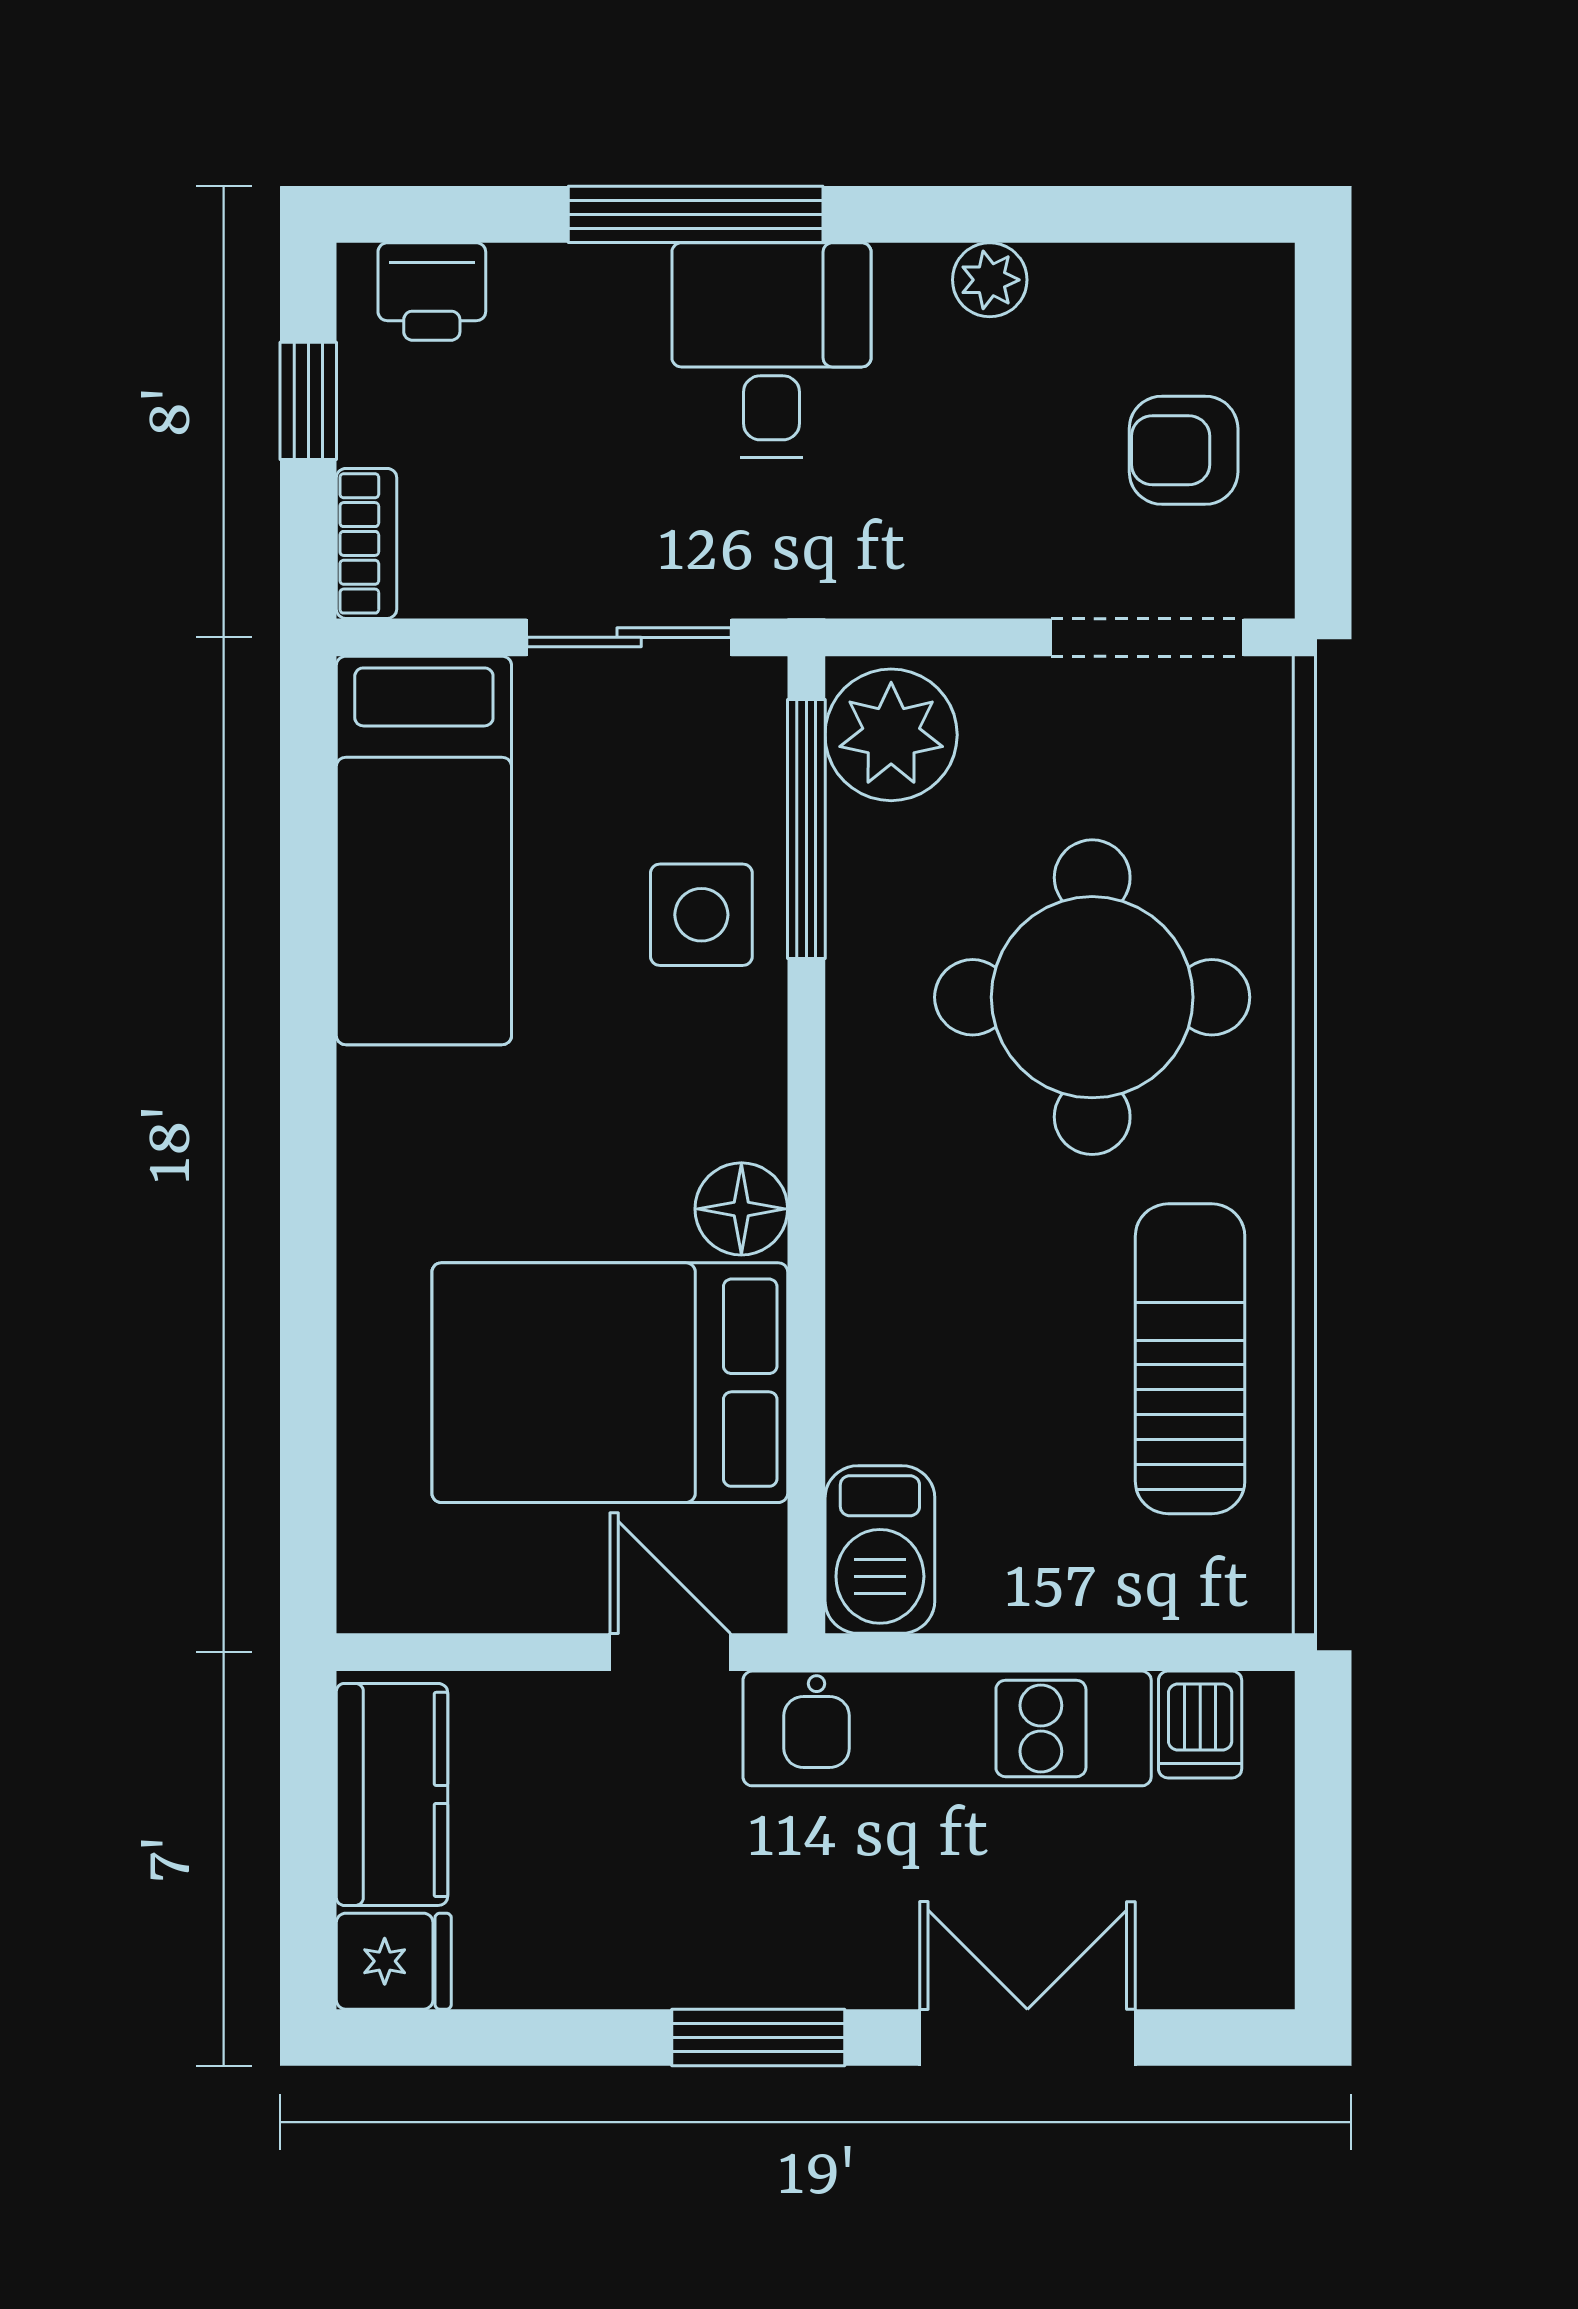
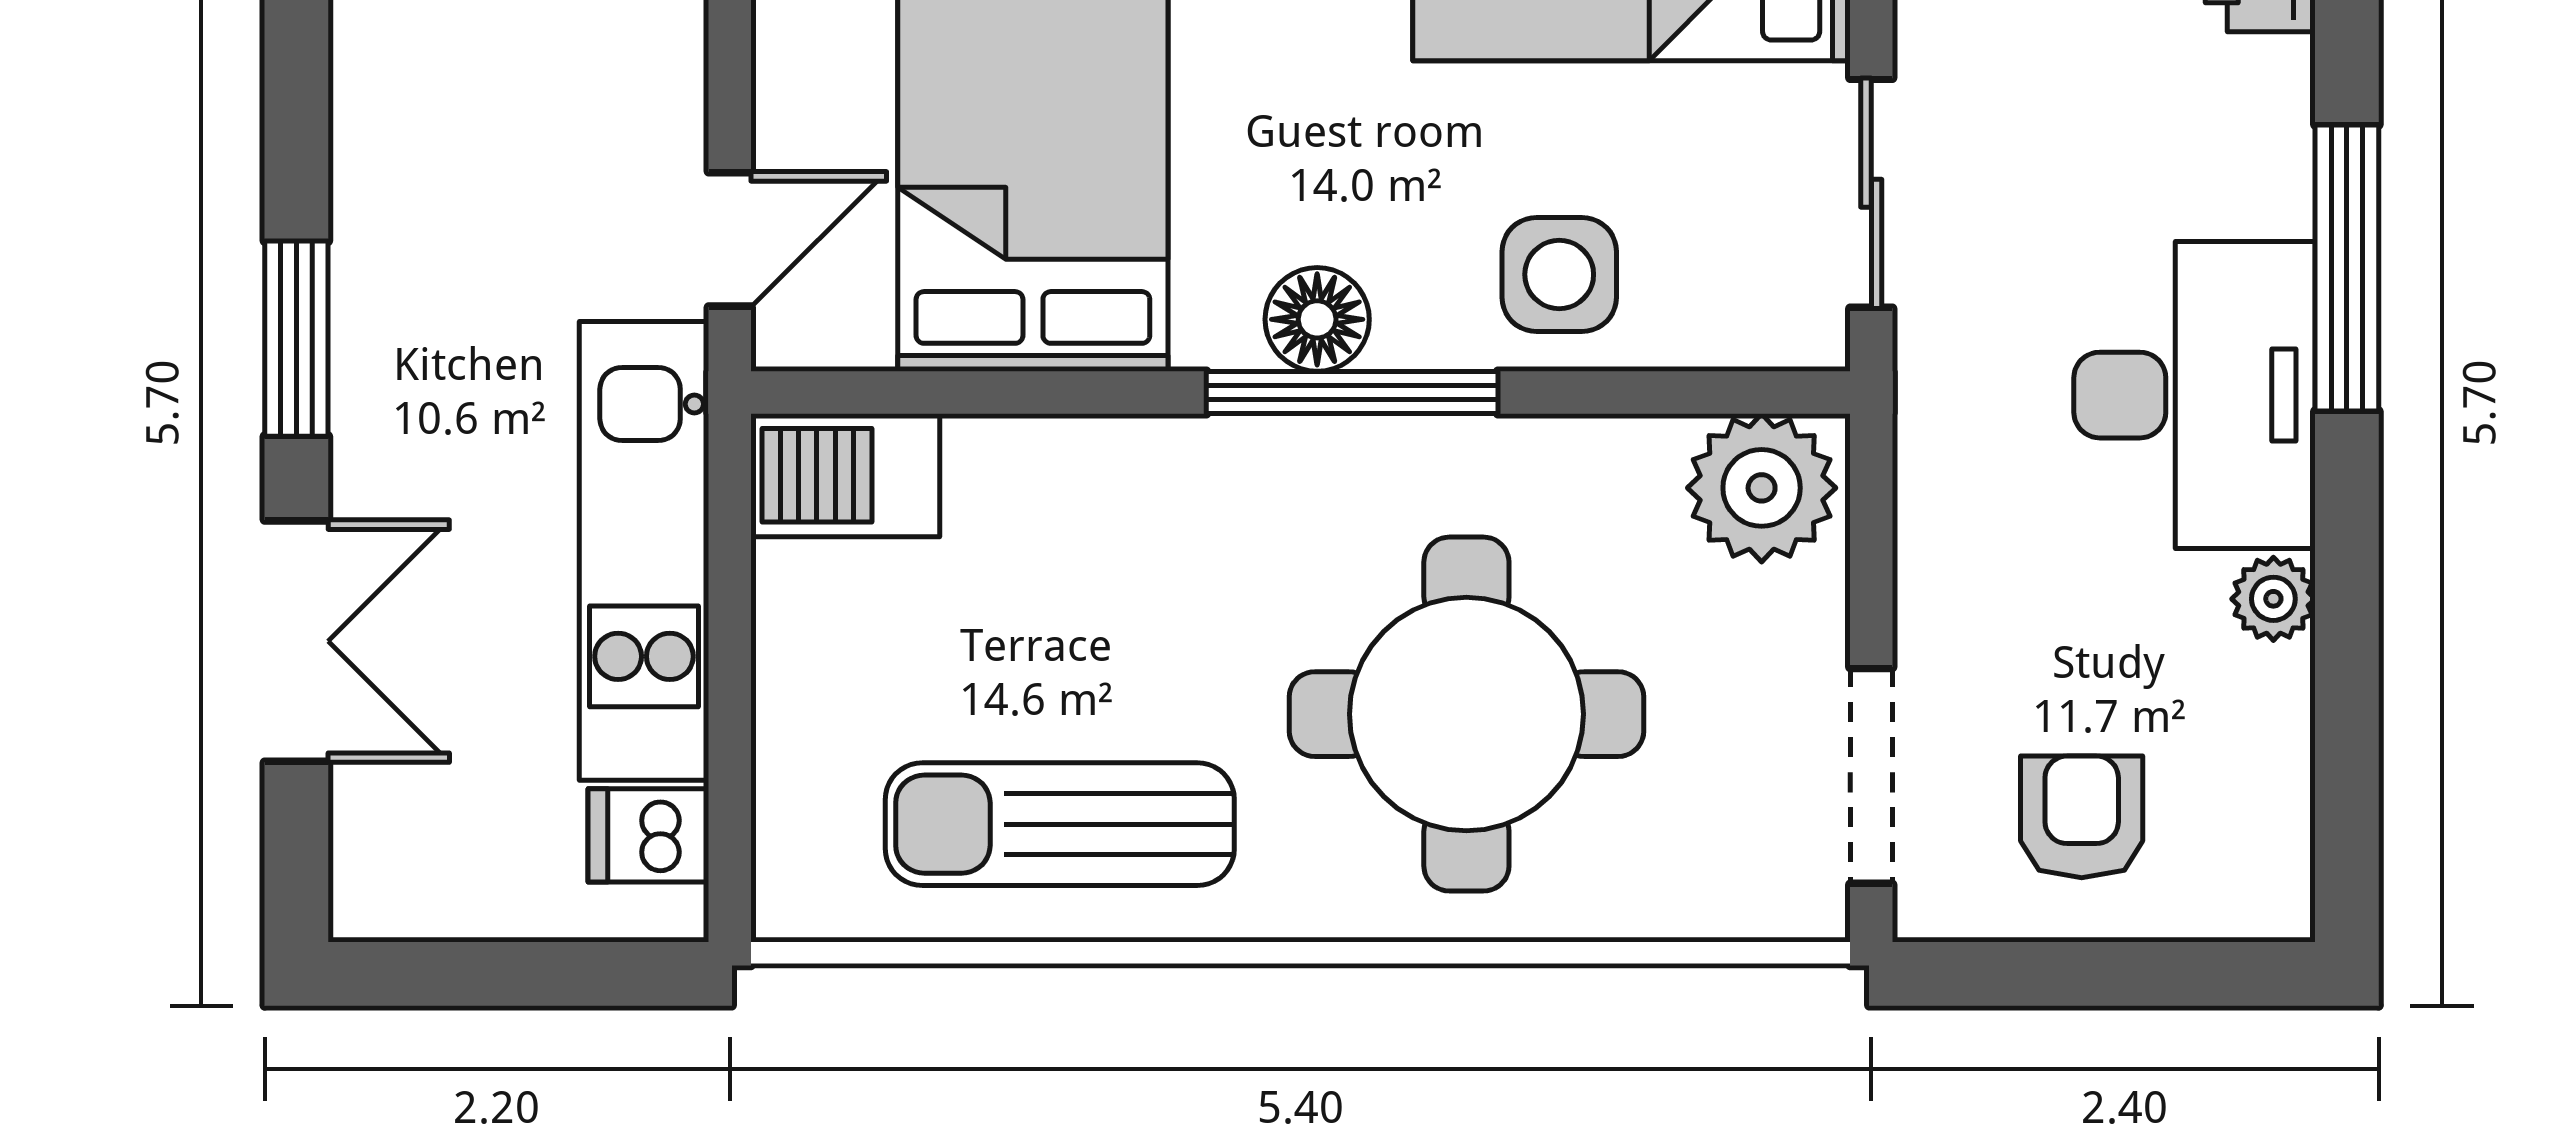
desk: (771, 350) -> (2195, 395), width x1.37
window: (806, 829) -> (1352, 393), moved
floor lamp: (741, 1209) -> (1317, 319), moved
sun lounger: (1190, 1359) -> (1060, 824), turned 180

